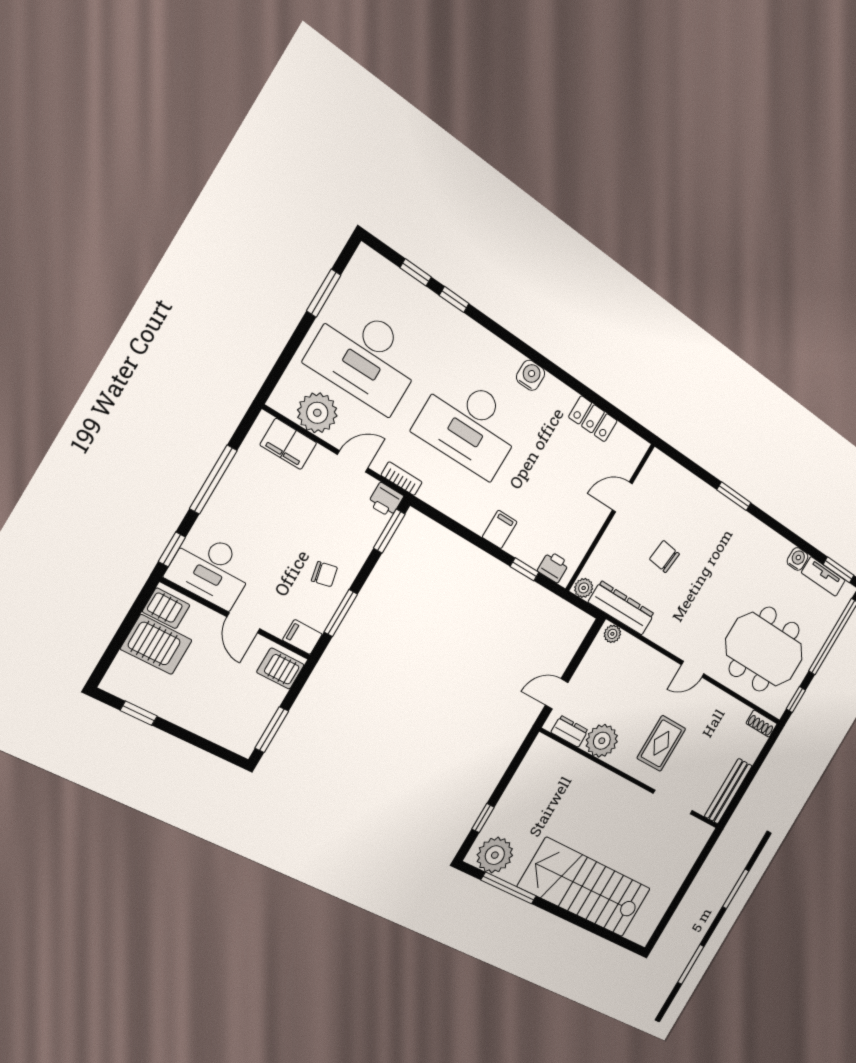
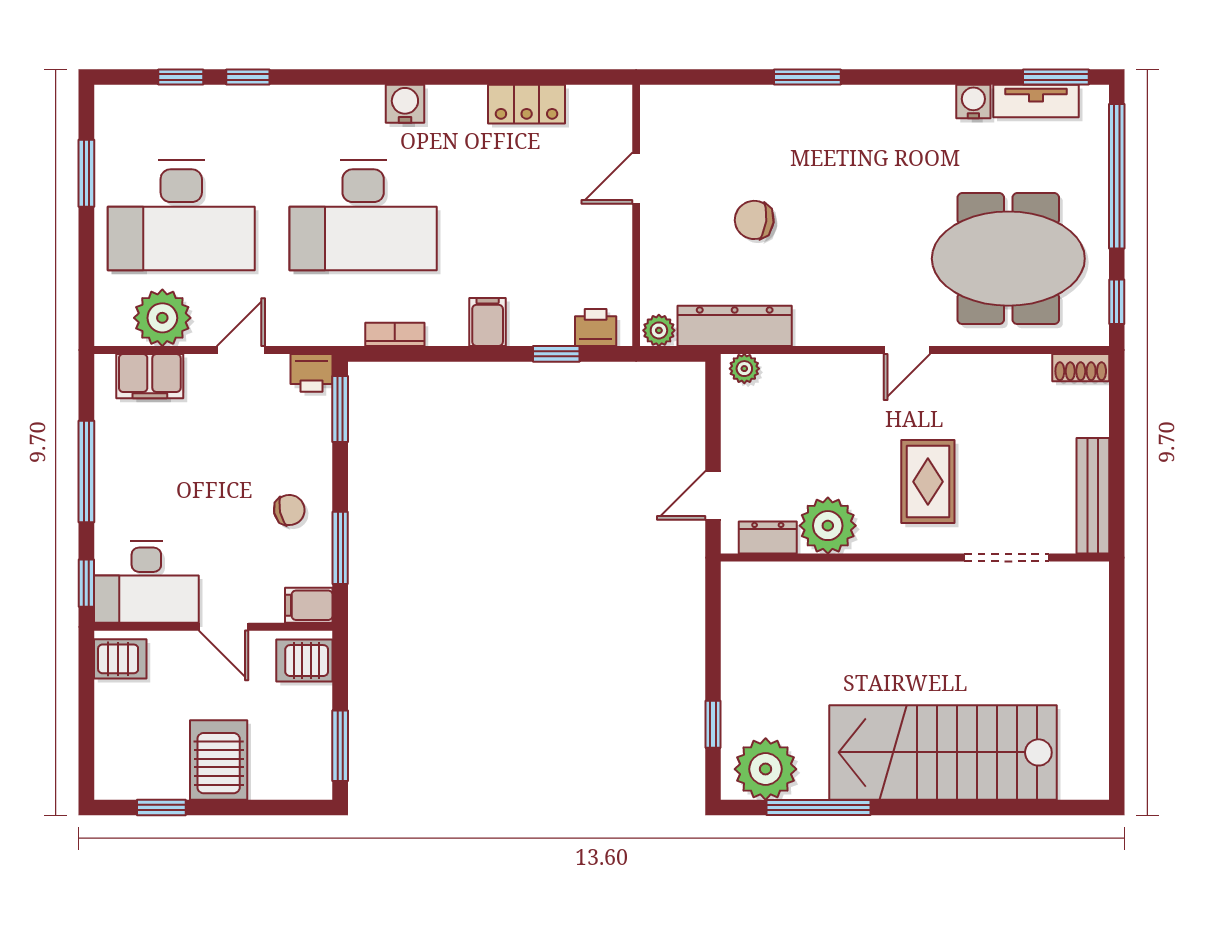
bookcase: (402, 479) -> (395, 334), moved
server rack: (156, 645) -> (219, 760), moved, turned -90

